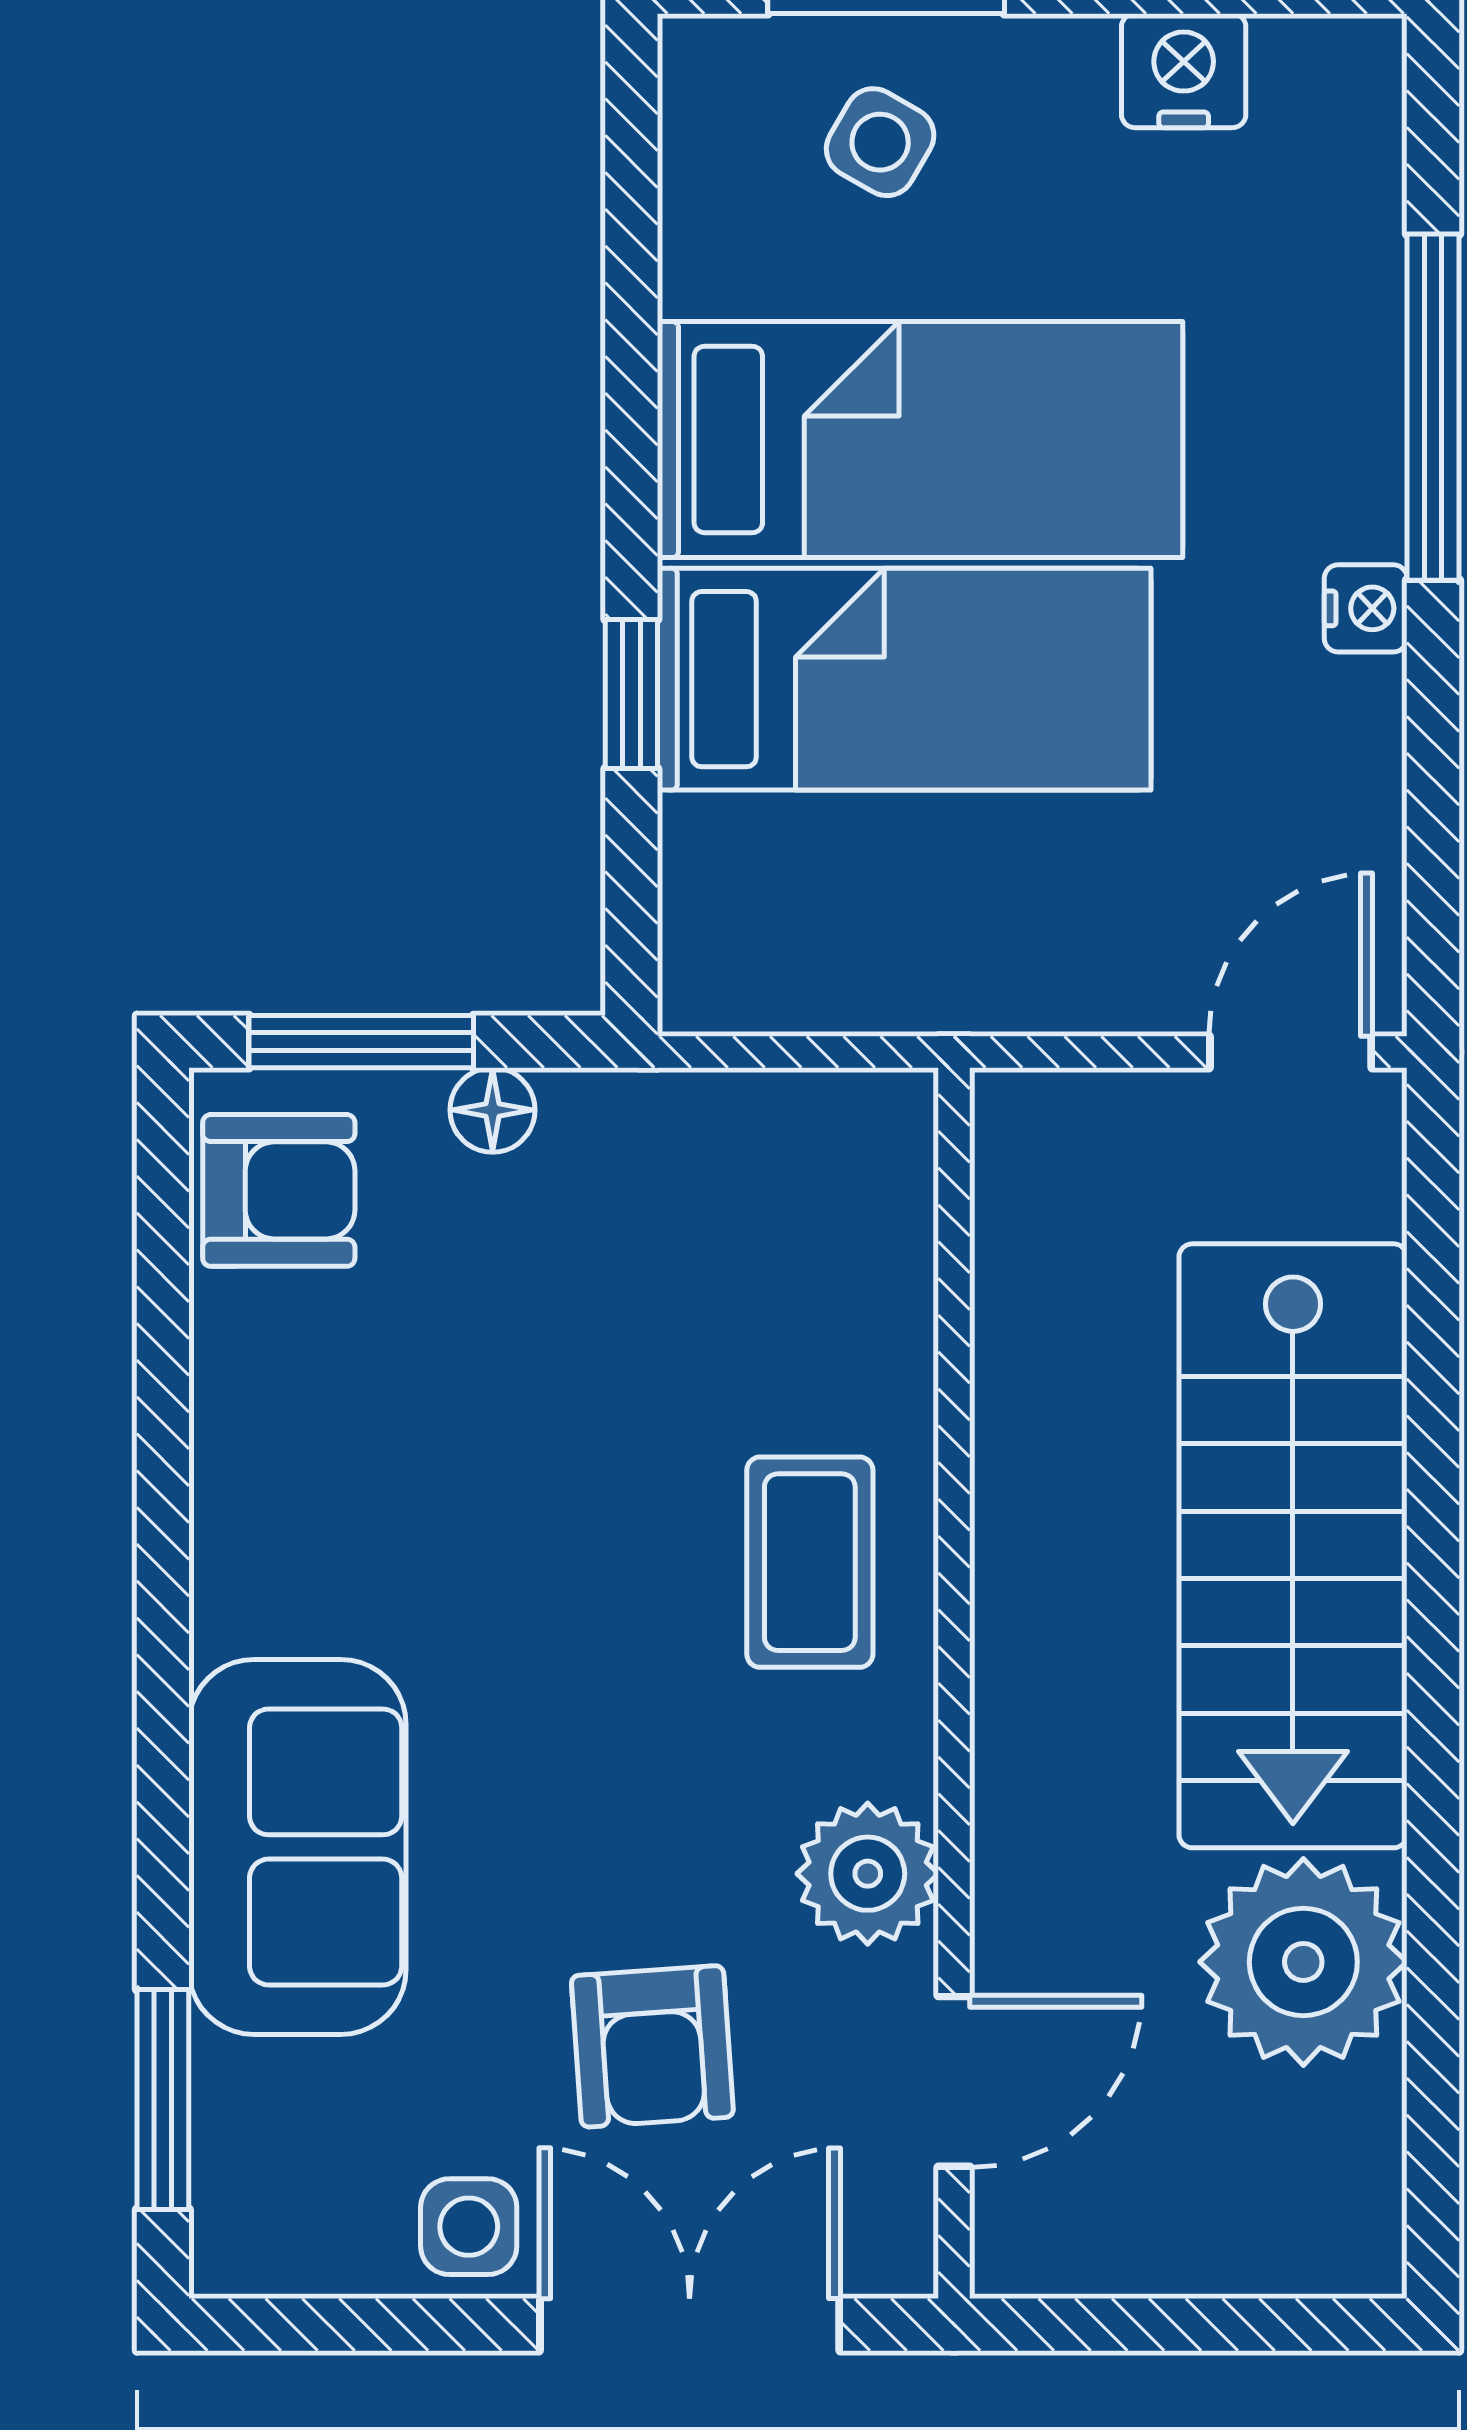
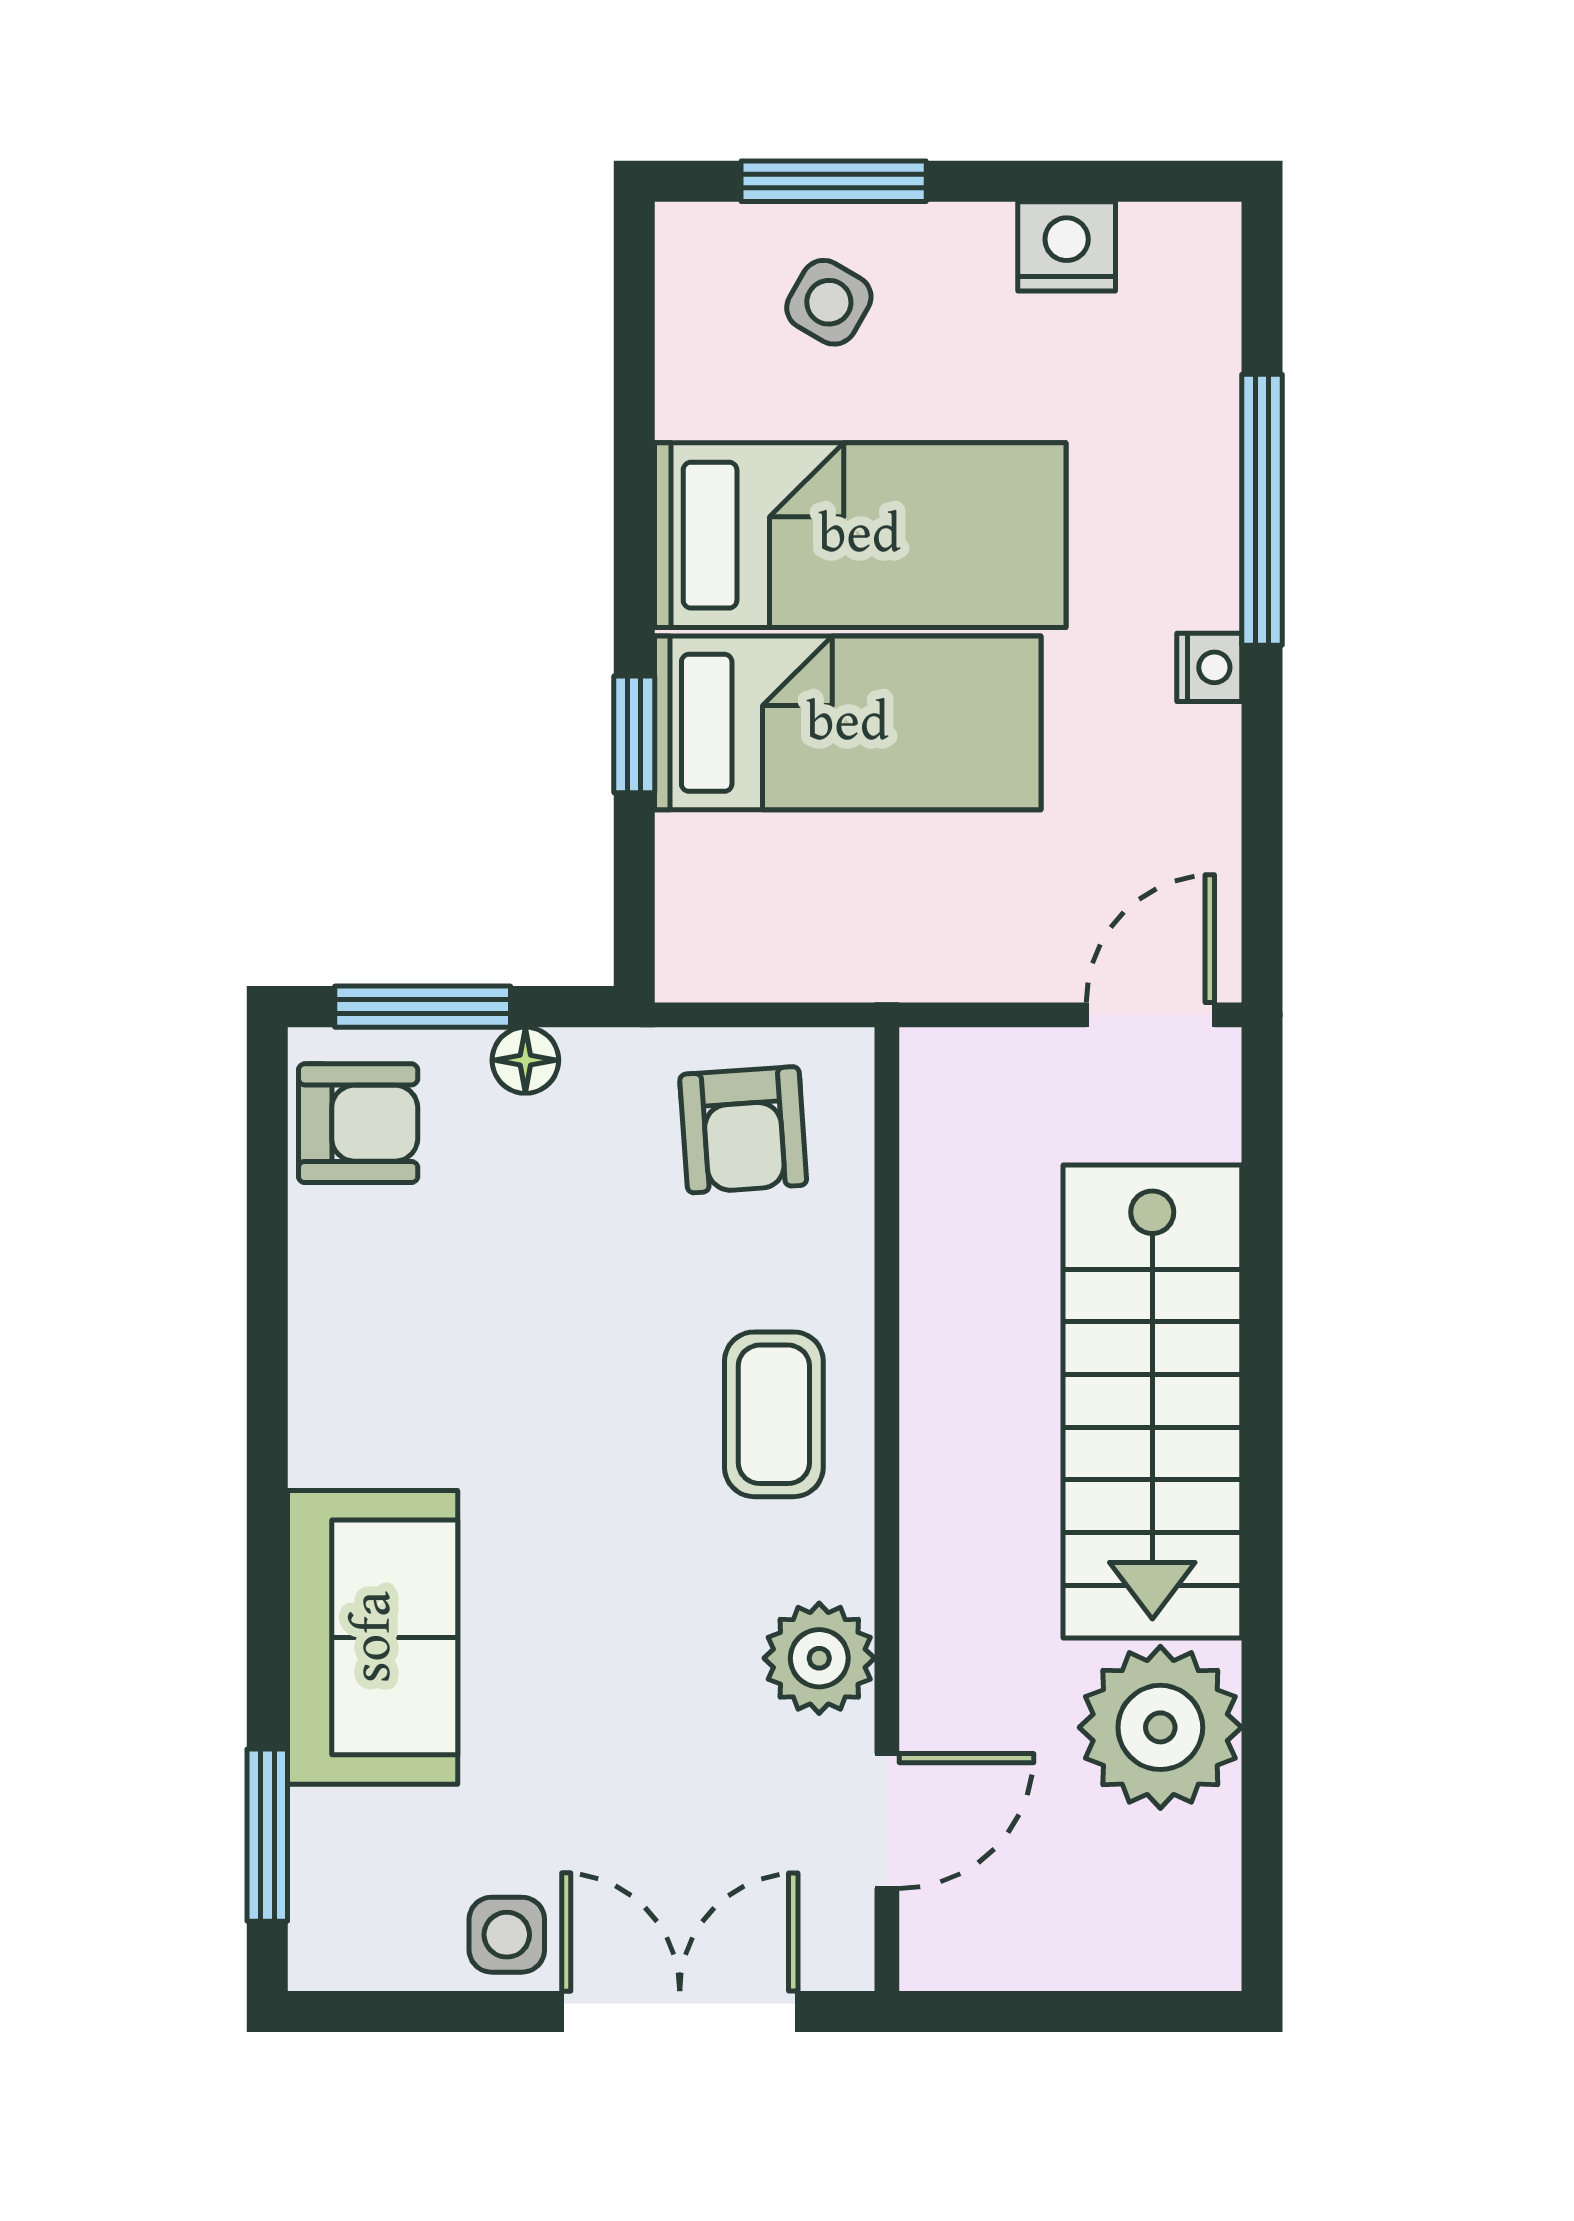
armchair: (652, 2046) -> (743, 1130), moved

